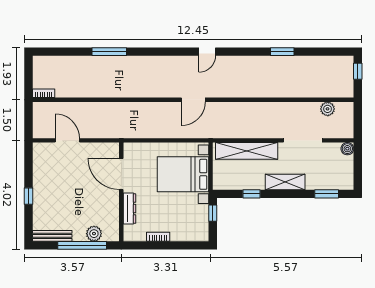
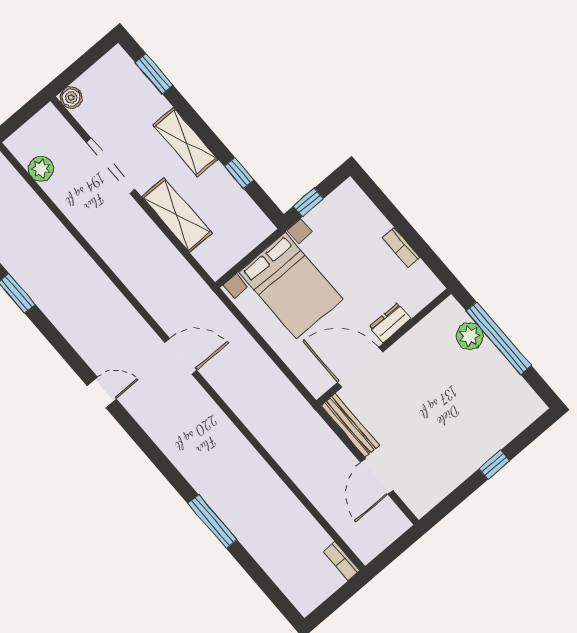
shelving: (247, 151) -> (177, 215), width x0.68
door: (121, 174) -> (360, 367), swing flipped
dresser: (129, 209) -> (390, 323), width x0.70
bench: (52, 236) -> (350, 425), moved

